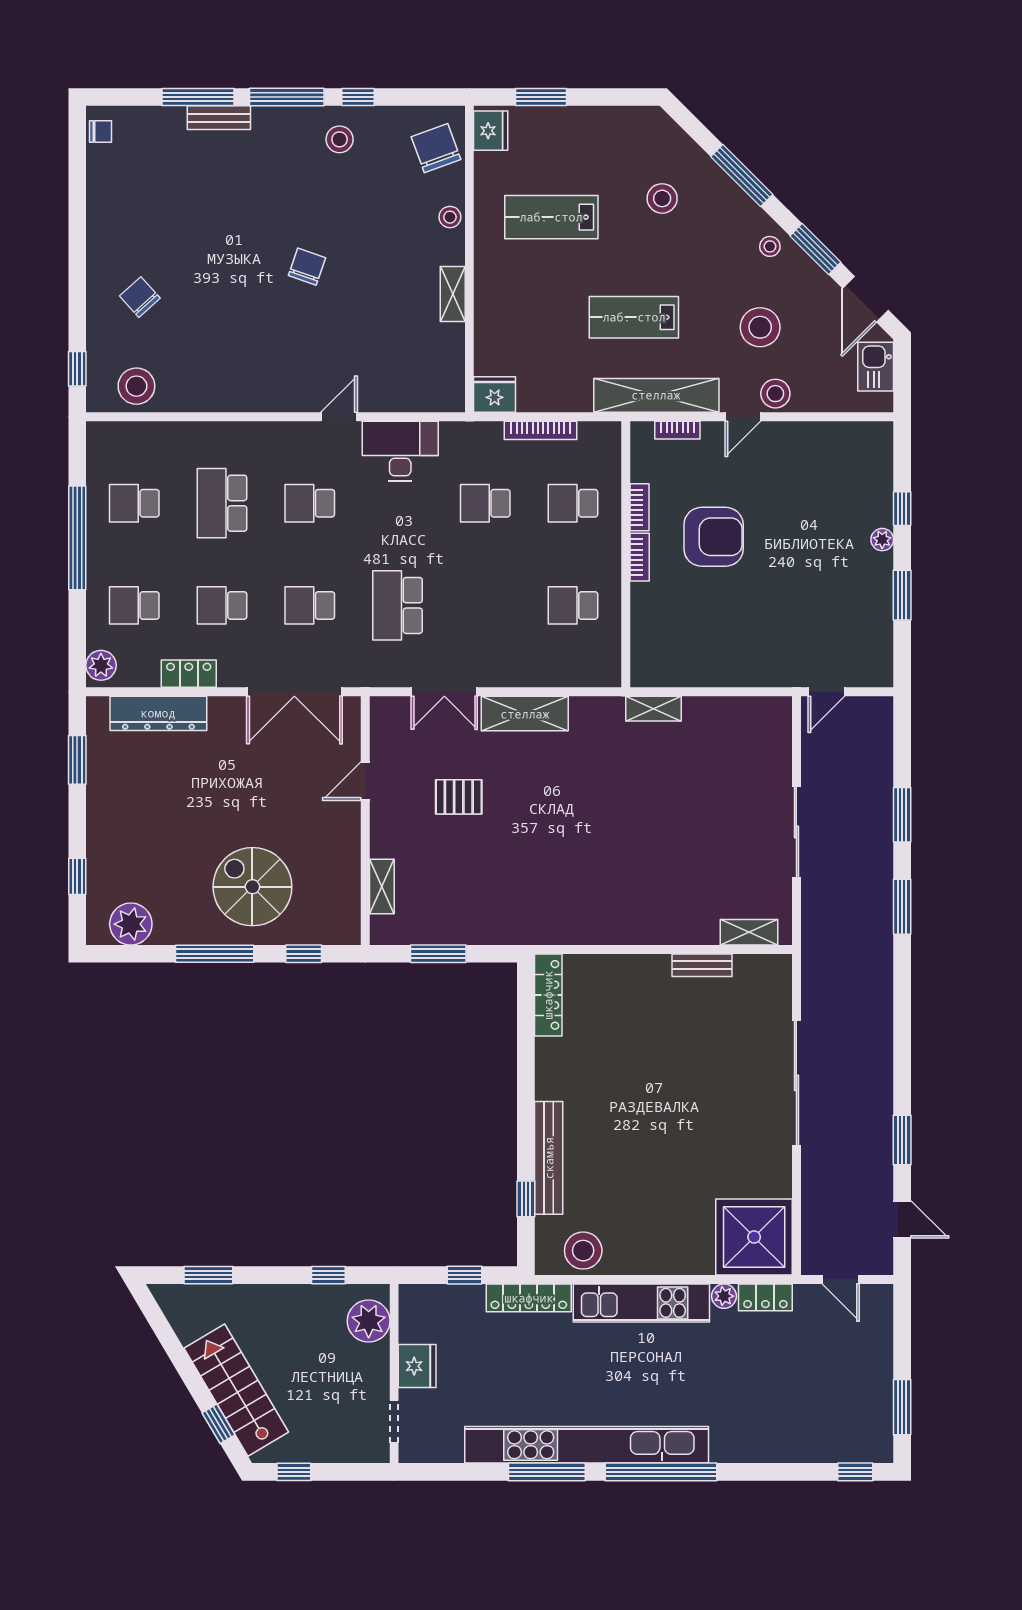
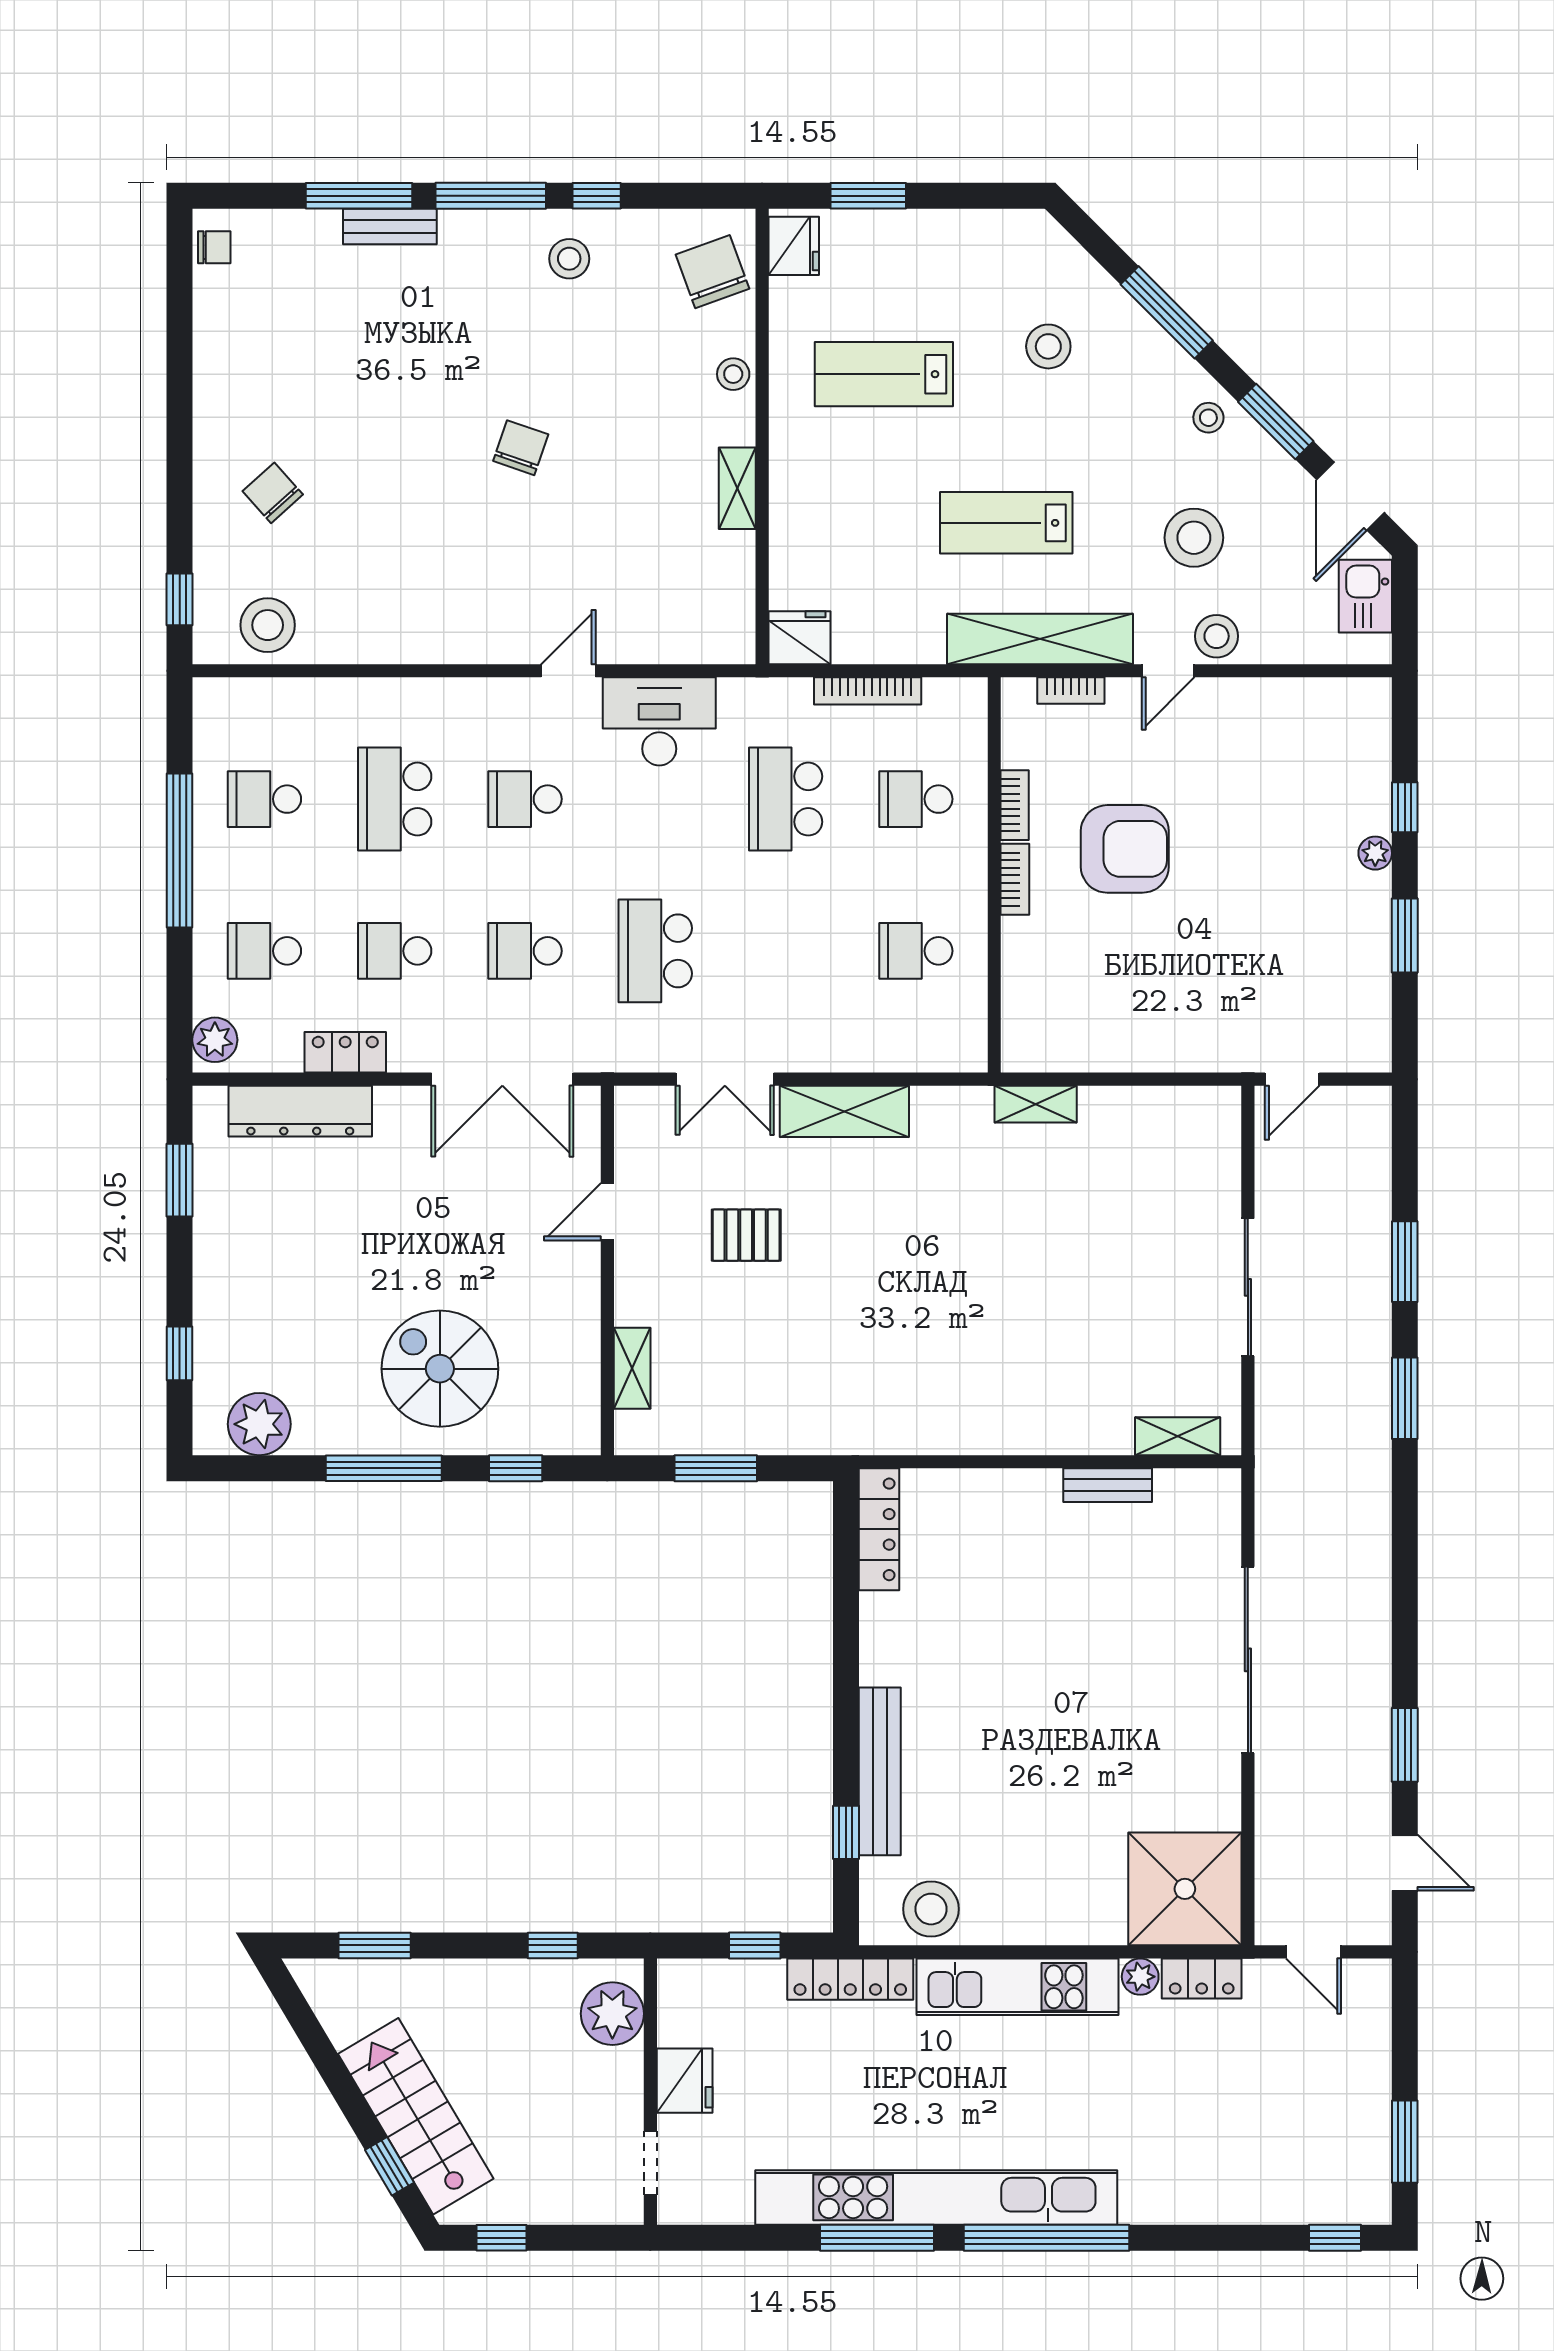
school desk: (485, 503) -> (786, 799), width x1.85

